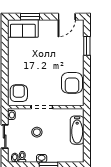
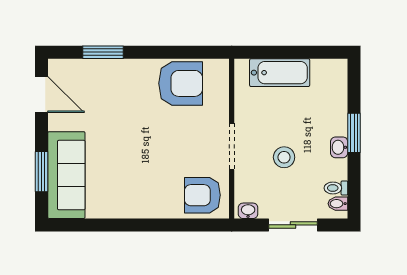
sofa: (23, 28) -> (66, 175), width x1.36

